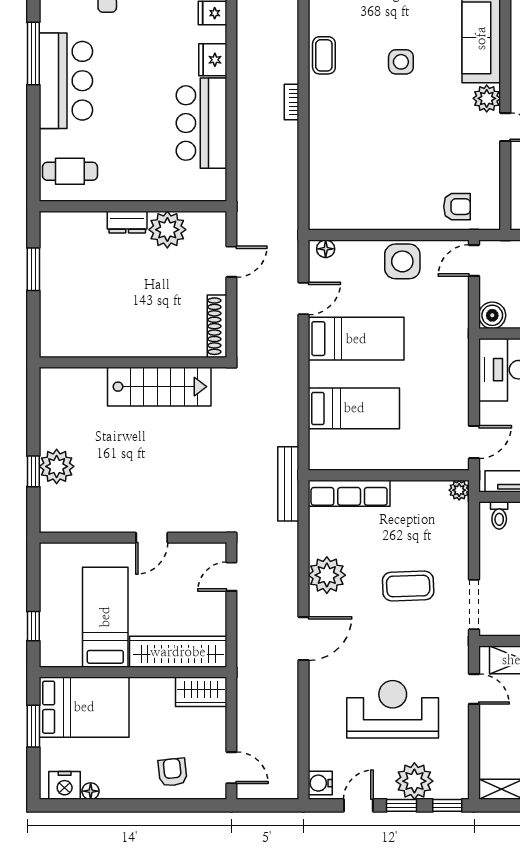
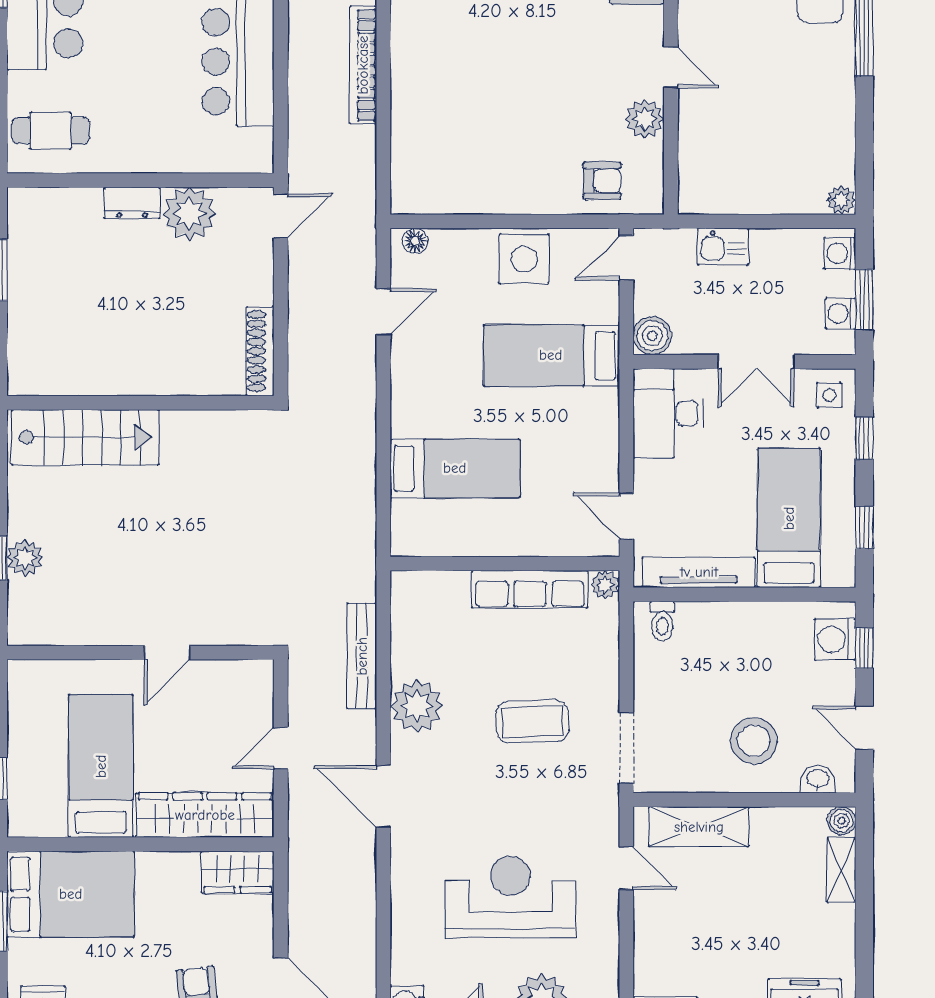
plant: (487, 98) -> (645, 119), moved
bookcase: (292, 102) -> (363, 65), width x2.31, depth x1.31
door: (231, 262) -> (281, 216), moved
bed: (356, 339) -> (551, 355), moved, turned 180
stairs: (159, 387) -> (85, 437), moved
door: (474, 442) -> (626, 516), swing flipped
plant: (57, 466) -> (25, 558), width x0.73, depth x0.73
bench: (288, 484) -> (362, 656), moved
row of seats: (349, 493) -> (530, 589), moved
door: (231, 577) -> (281, 748), moved
door: (303, 639) -> (383, 796), swing flipped

